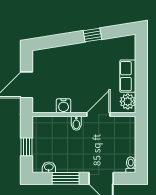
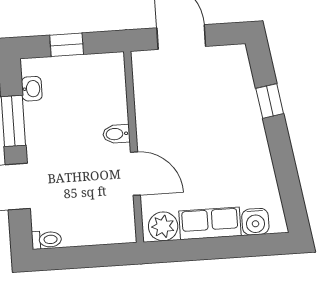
window: (92, 35) -> (270, 101), moved
water cooler: (64, 106) -> (255, 222), moved, turned -90

